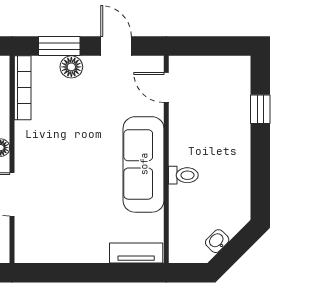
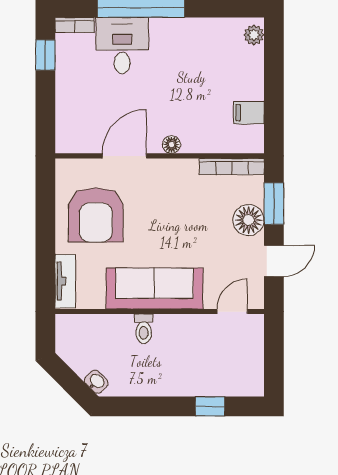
floor lamp: (71, 67) -> (249, 220), width x1.38, depth x1.38
armchair: (70, 223) -> (96, 215), added
washbasin: (217, 241) -> (96, 382), moved

